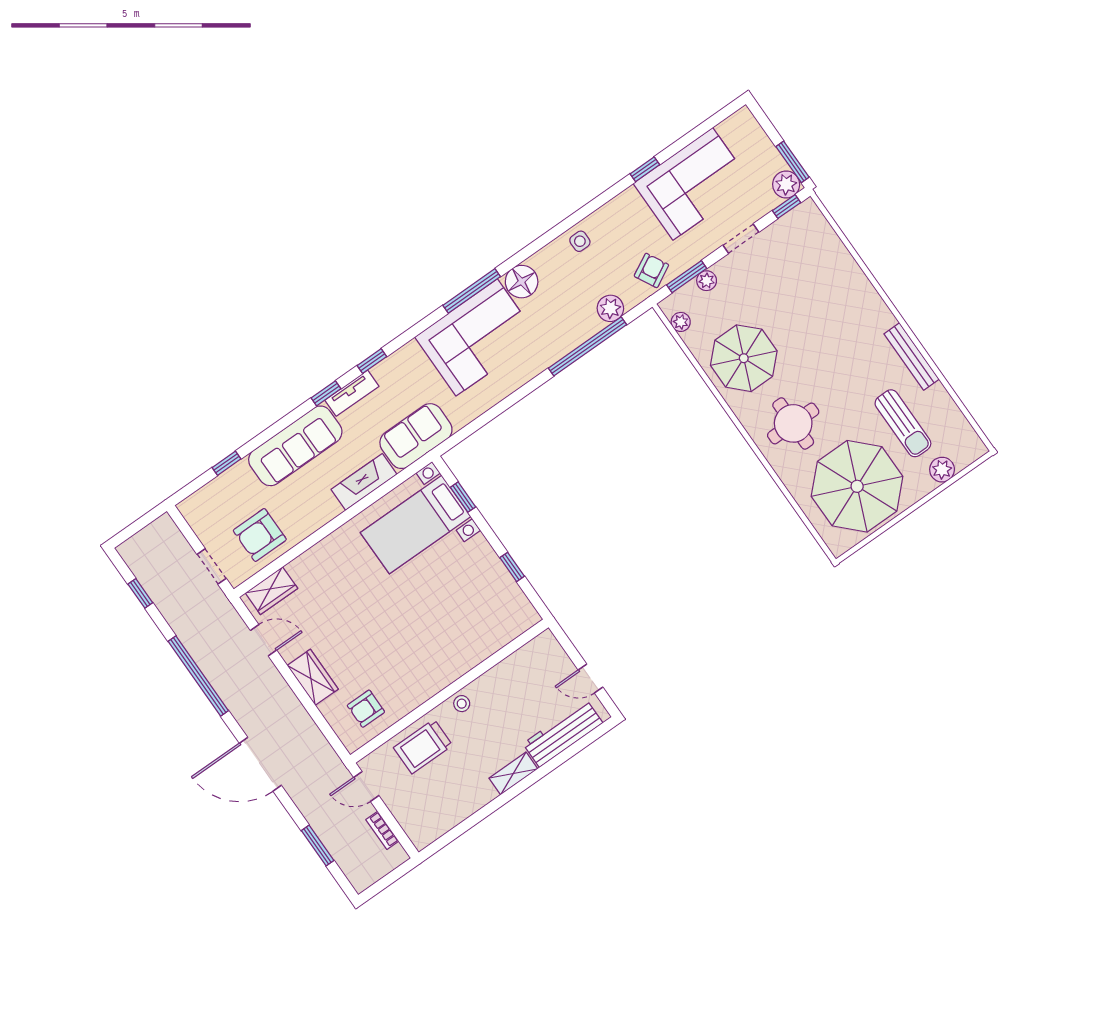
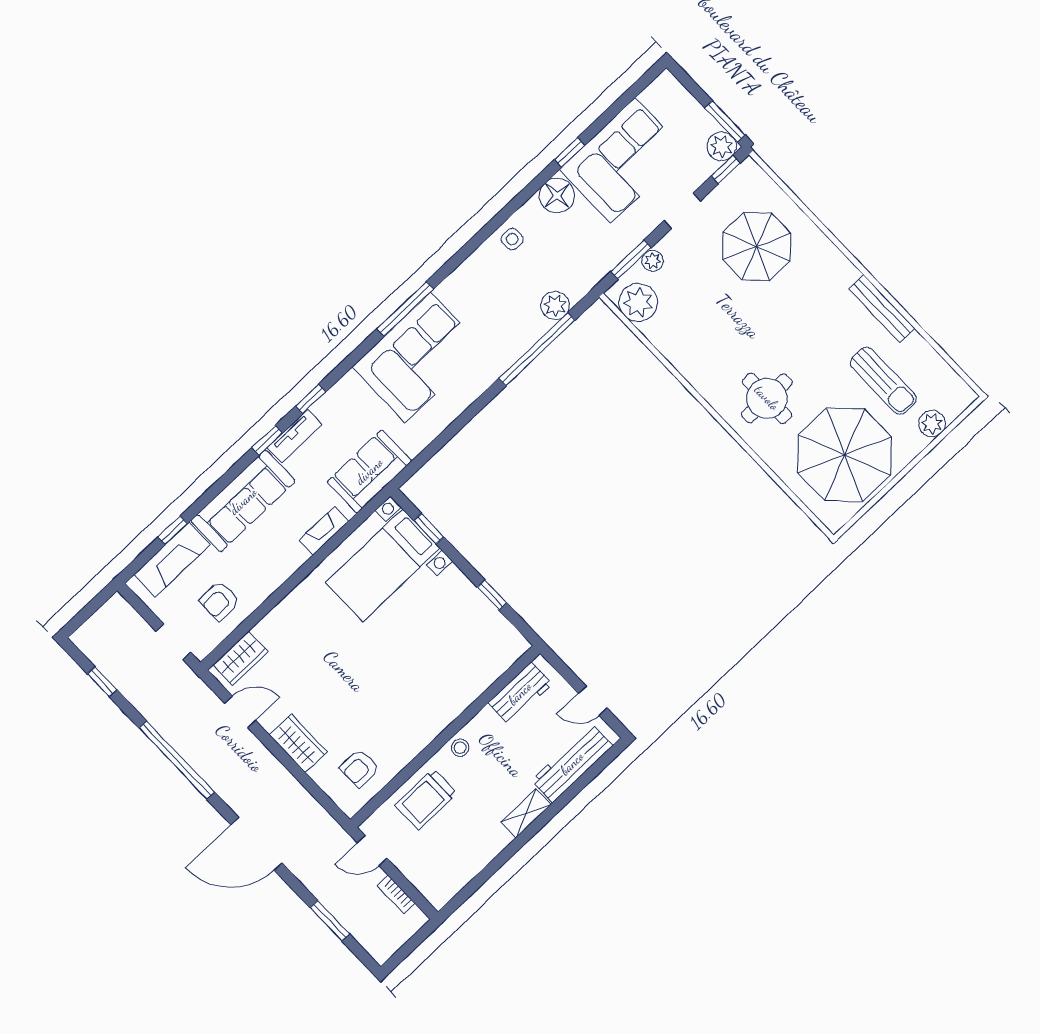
armchair: (651, 270) -> (593, 259), removed
floor lamp: (522, 282) -> (557, 196), moved
plant: (681, 322) -> (638, 302), width x1.88, depth x1.88
parasol: (744, 358) -> (757, 246), moved
fireplace: (364, 482) -> (324, 531), width x0.73, depth x0.76
fireplace: (222, 490) -> (172, 560), added
armchair: (260, 535) -> (219, 601), width x0.72, depth x0.72
workbench: (525, 662) -> (520, 693), added

